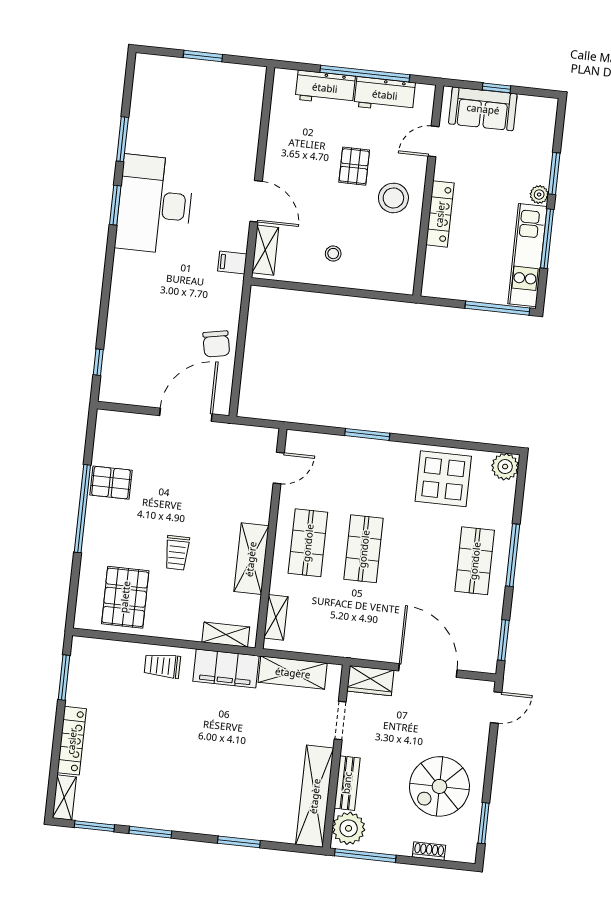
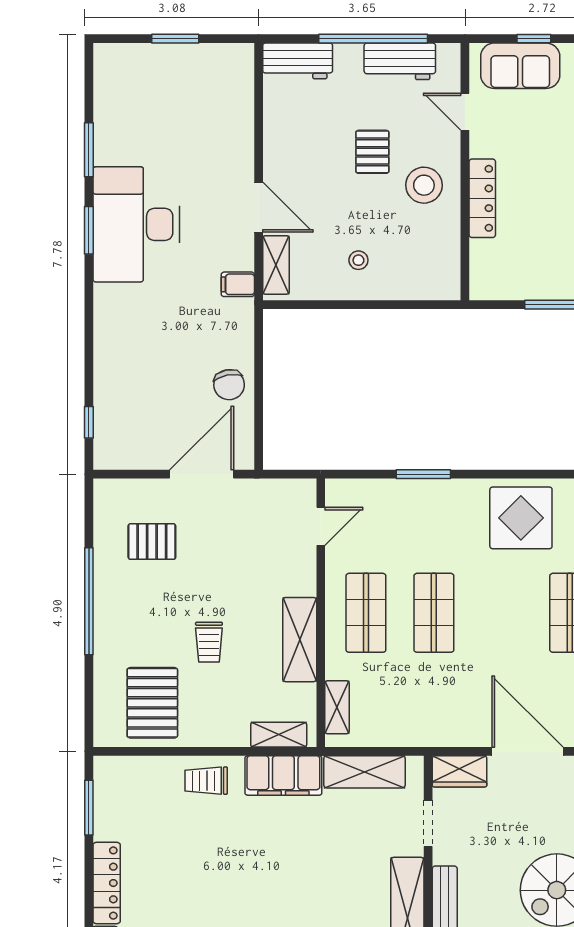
workbench: (325, 88) -> (298, 61), moved
door: (434, 141) -> (465, 112), hinge flipped
pallet: (111, 483) -> (152, 542), moved

